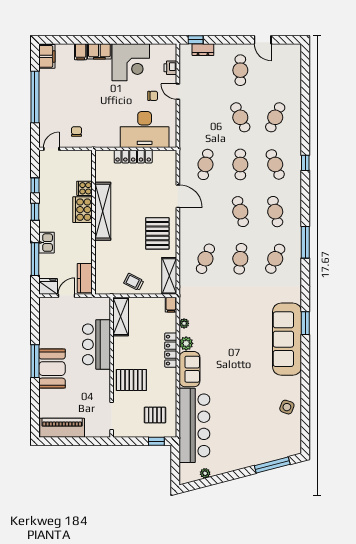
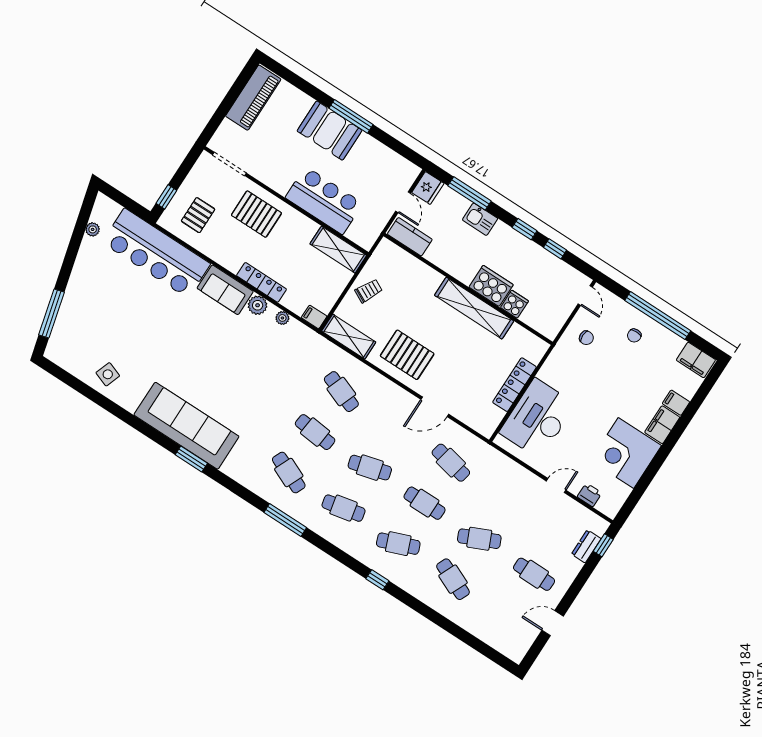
chair: (153, 96) -> (634, 336), moved
pallet: (131, 380) -> (256, 214), turned 90

